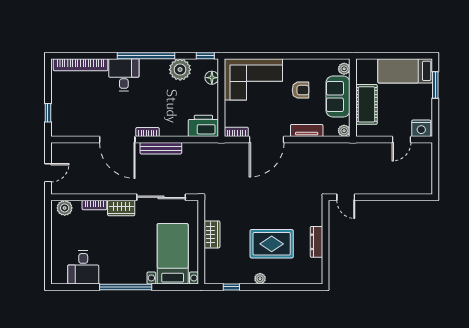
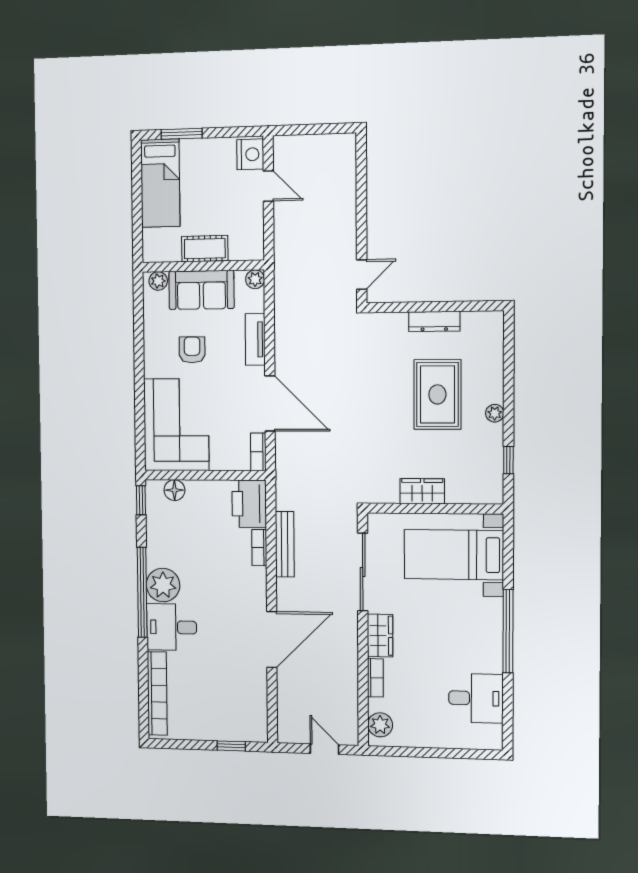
plant: (180, 70) -> (163, 585), moved
cot: (366, 104) -> (205, 249), width x0.73, depth x0.75
bookcase: (148, 132) -> (259, 548), moved
bench: (161, 148) -> (285, 544), moved

